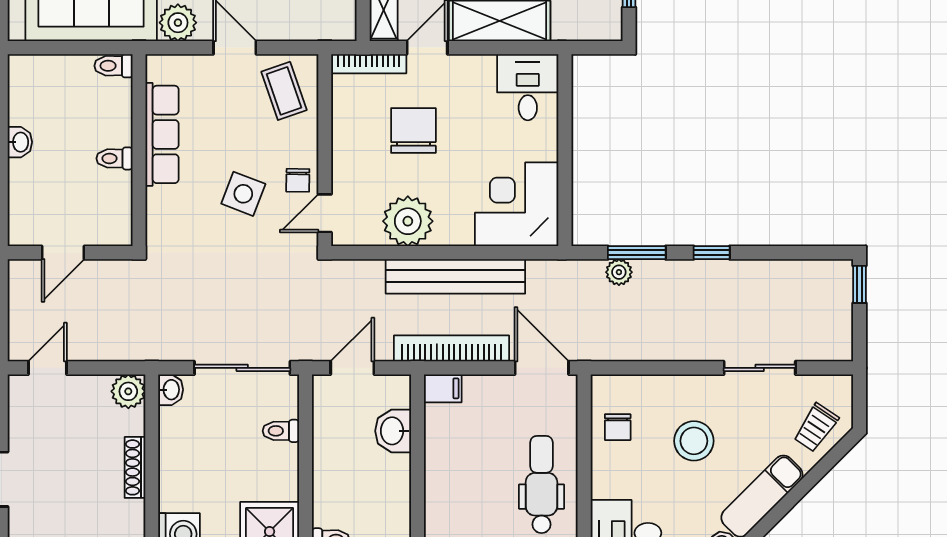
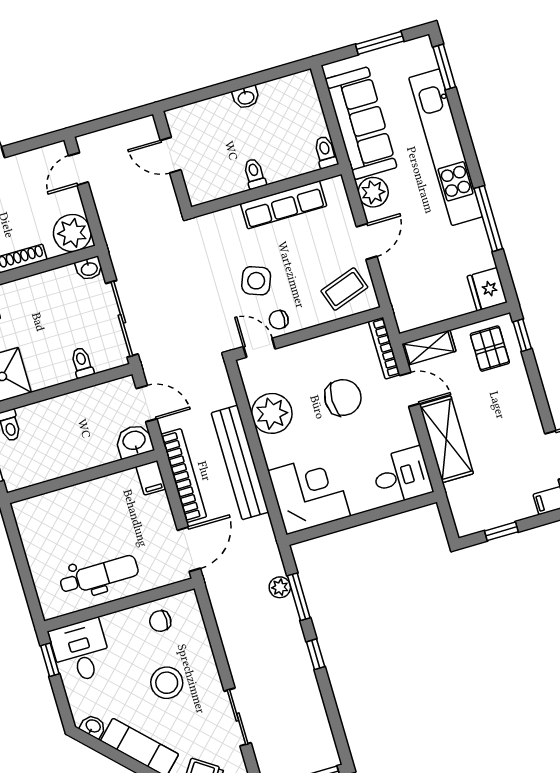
door: (47, 368) -> (78, 169), swing flipped
plant: (128, 391) -> (72, 233), width x1.36, depth x1.36
washbasin: (393, 431) -> (134, 441), moved

